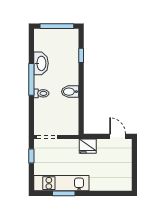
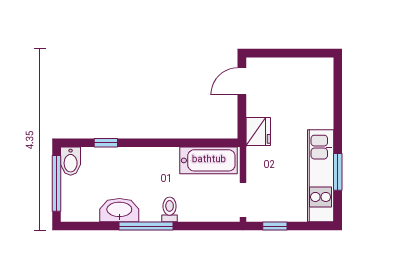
bidet: (70, 92) -> (71, 161), moved
bathtub: (71, 117) -> (209, 160), added

